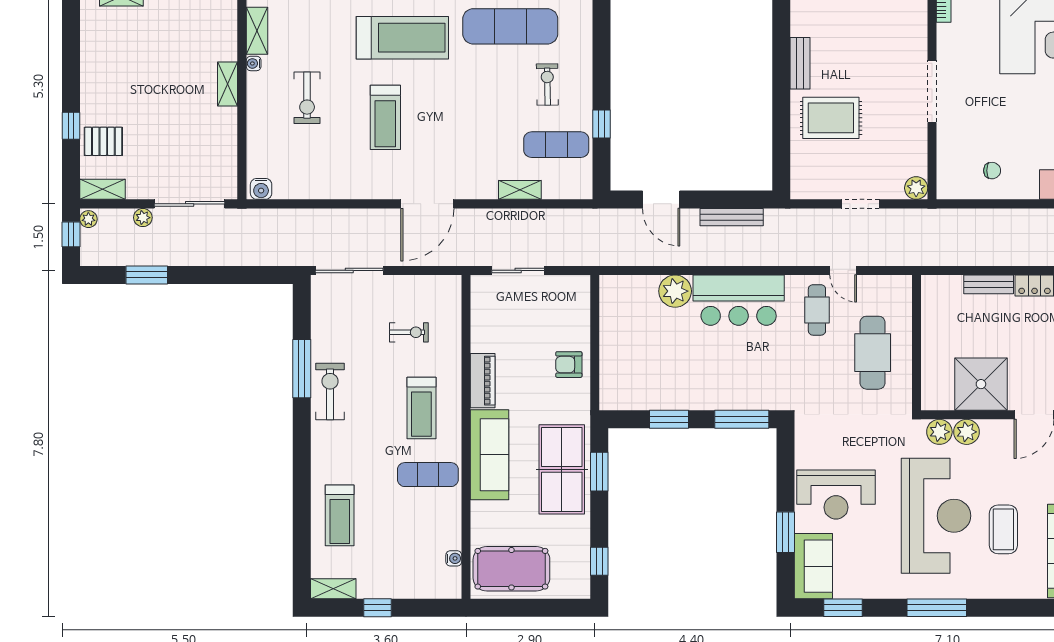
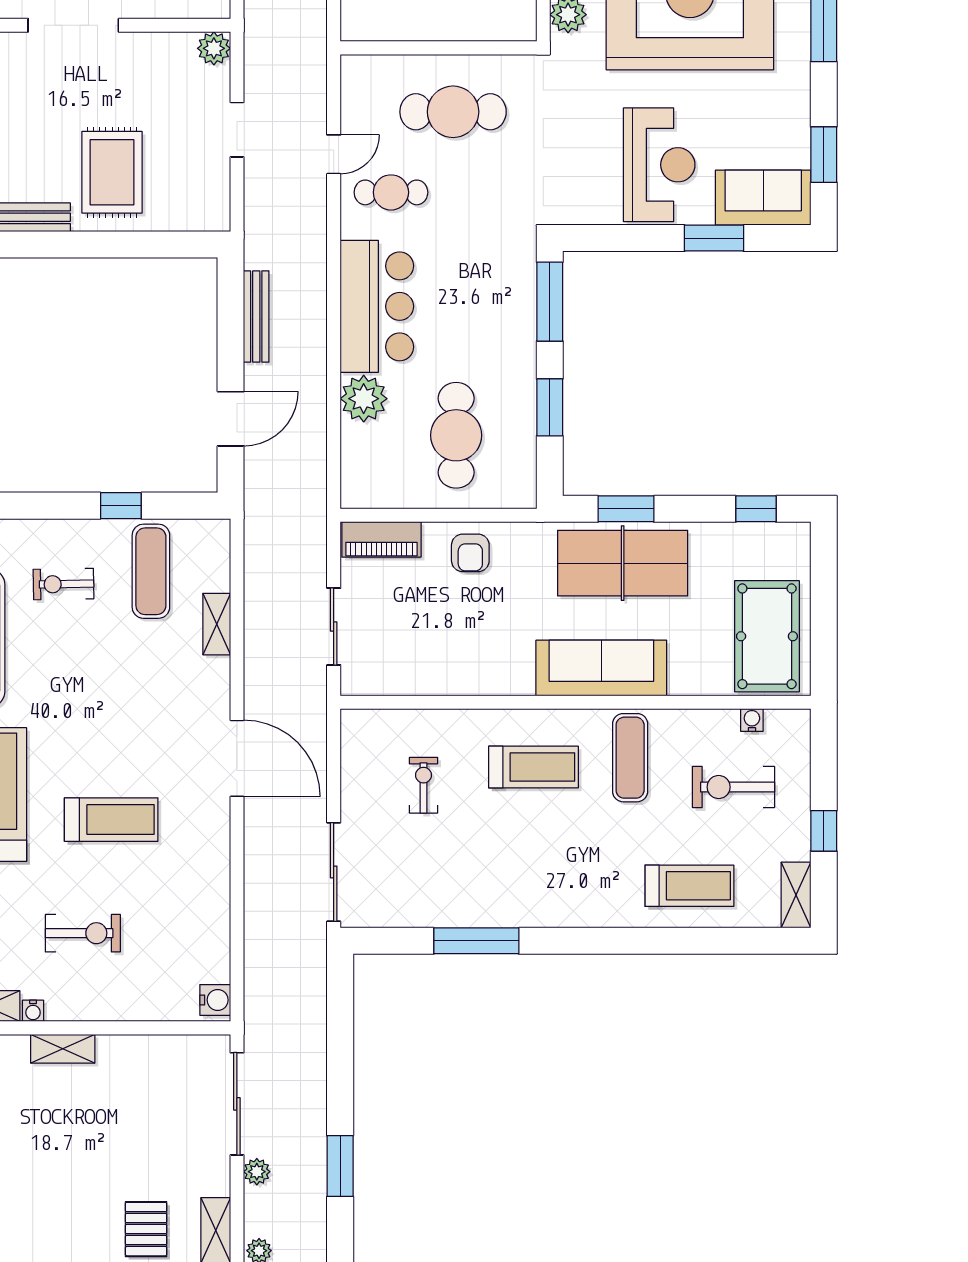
cafe table: (650, 355) -> (456, 435), added
piano: (483, 381) -> (381, 539), moved, turned 180
exercise bike: (330, 391) -> (733, 787), moved

